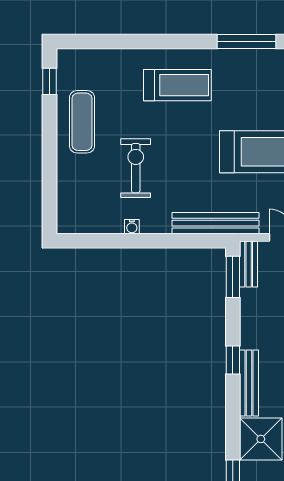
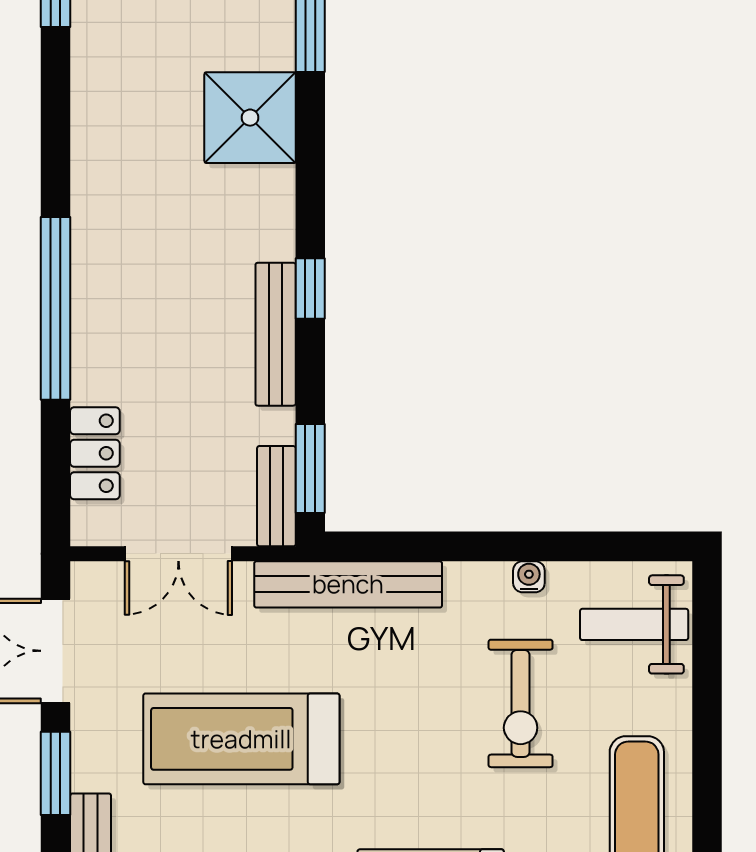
weight bench: (83, 205) -> (634, 624), added
bench: (249, 383) -> (276, 334), moved

